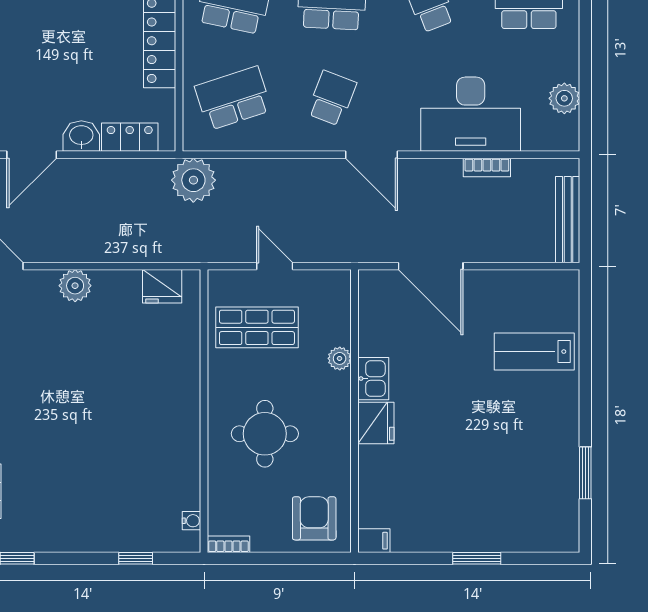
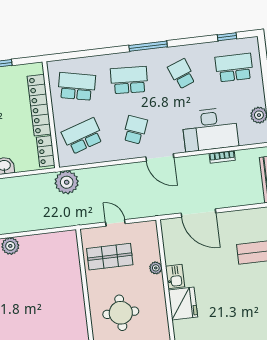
locker: (130, 137) -> (46, 151), moved, turned -90
fridge: (162, 286) -> (57, 241), removed
fridge: (376, 423) -> (183, 304), width x1.36, depth x1.34

